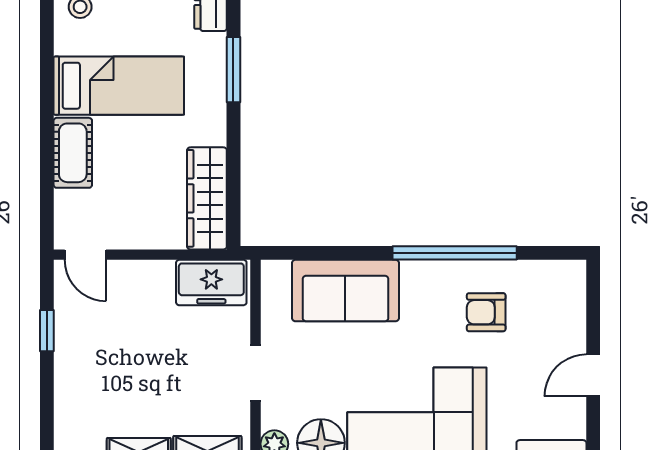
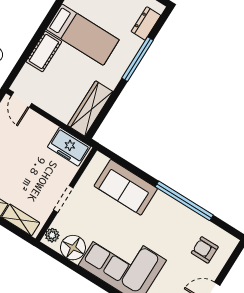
window: (233, 70) -> (138, 59), width x1.44
armchair: (486, 312) -> (205, 250), moved

